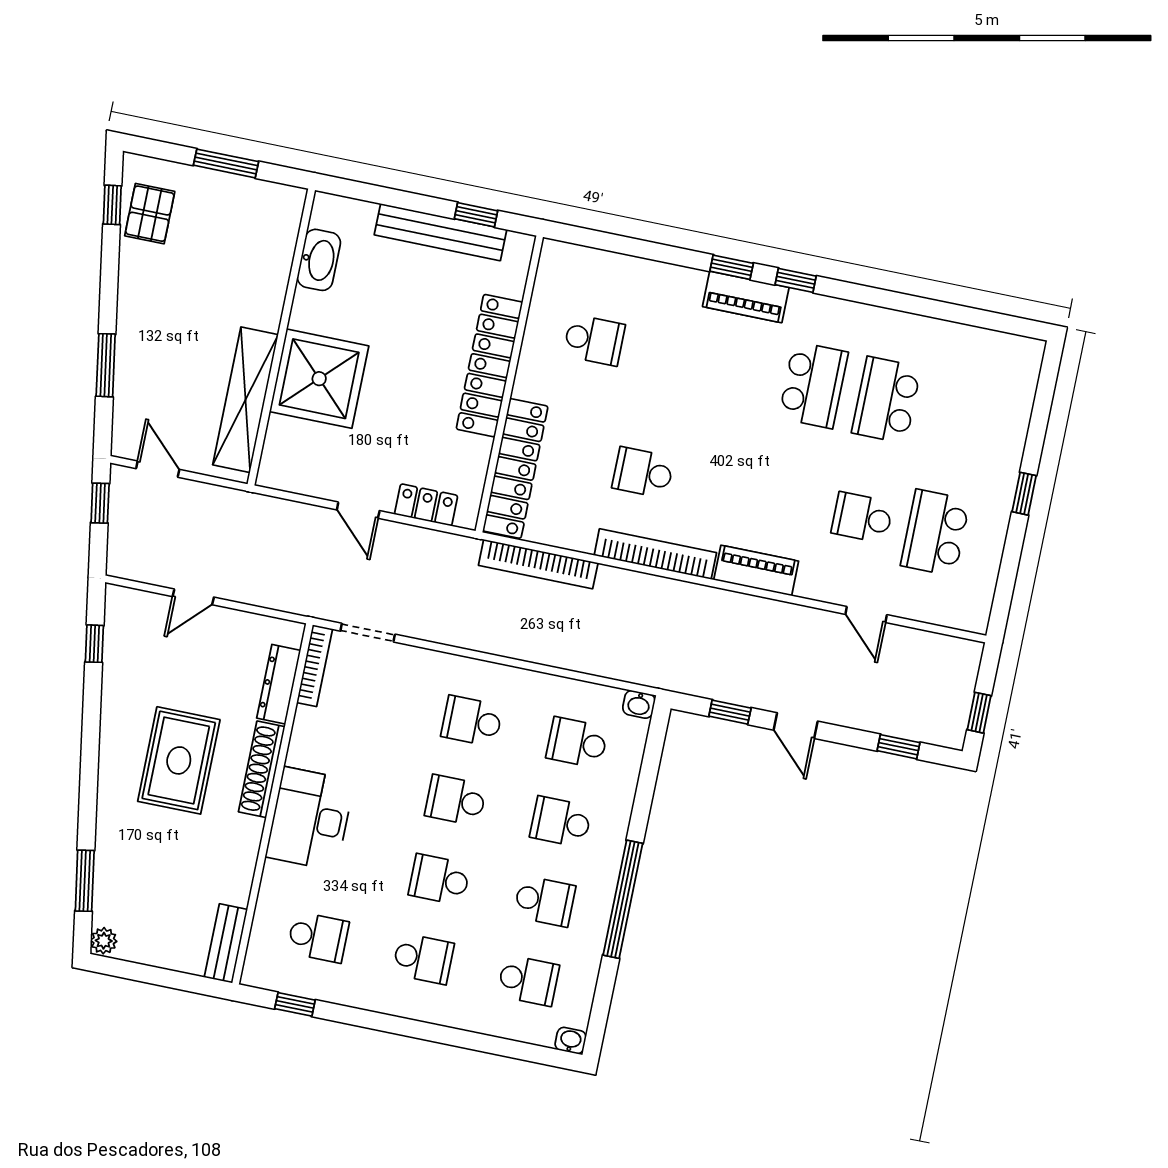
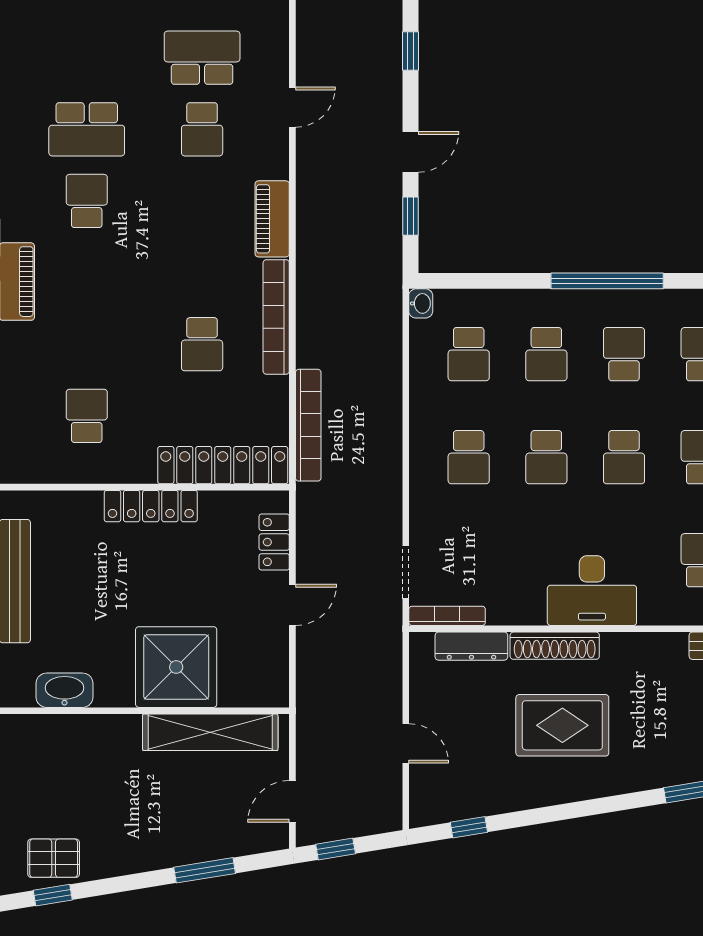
locker: (489, 366) -> (151, 506), width x0.71, depth x0.83
school desk: (813, 385) -> (87, 201), width x0.54
school desk: (935, 533) -> (202, 58), turned 180

